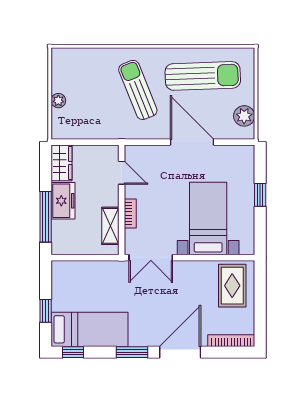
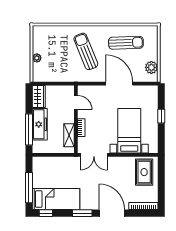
sun lounger: (203, 76) -> (126, 43), width x0.73, depth x0.75
freezer: (63, 201) -> (40, 124), width x1.40
window: (46, 311) -> (29, 188), width x2.17
door: (180, 352) -> (112, 213), hinge flipped

